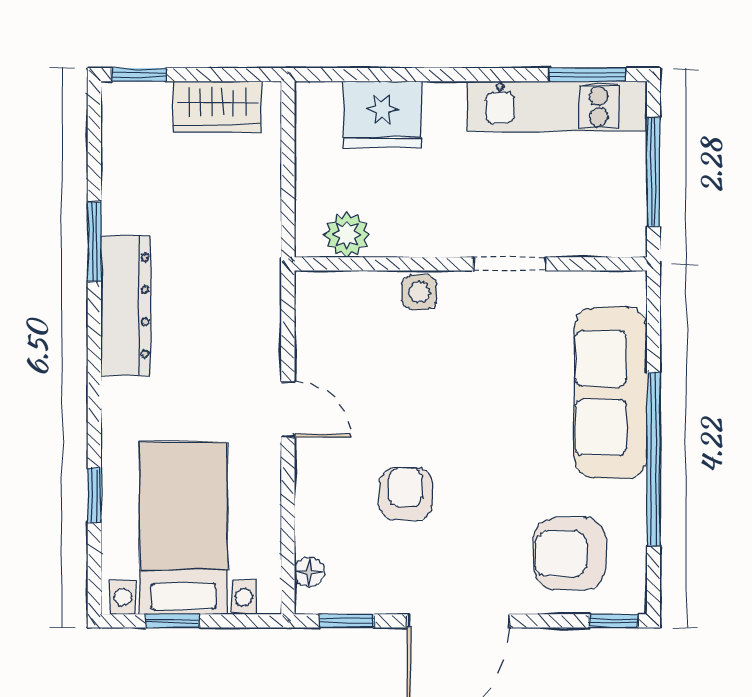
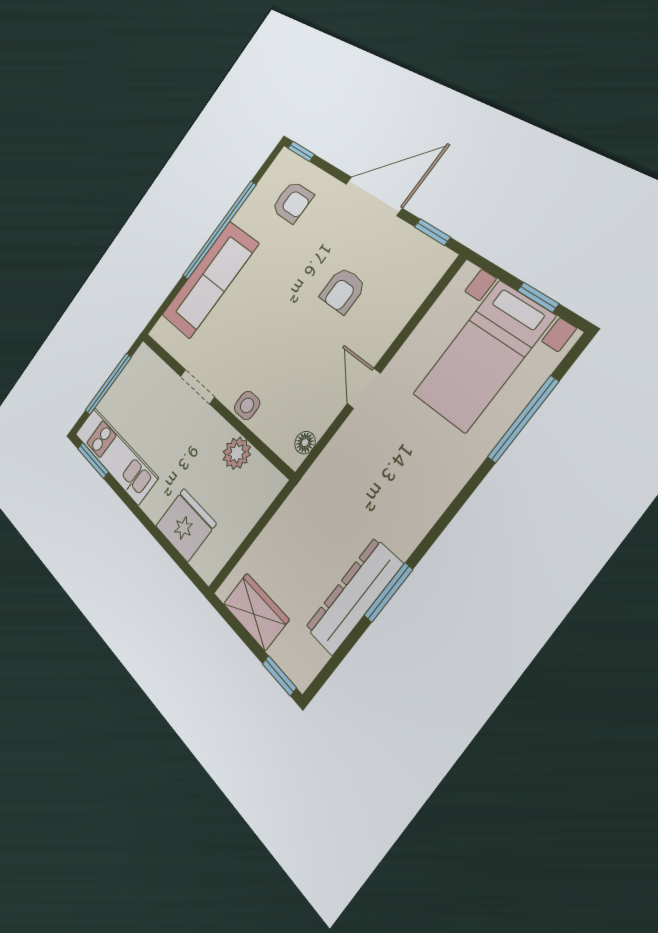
plant: (347, 235) -> (237, 453), moved
dresser: (126, 306) -> (354, 596), moved
window: (94, 495) -> (523, 419), width x2.17
armchair: (570, 554) -> (292, 202), width x0.72, depth x0.72
floor lamp: (309, 572) -> (305, 443), moved

